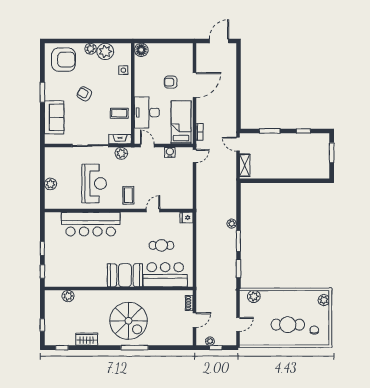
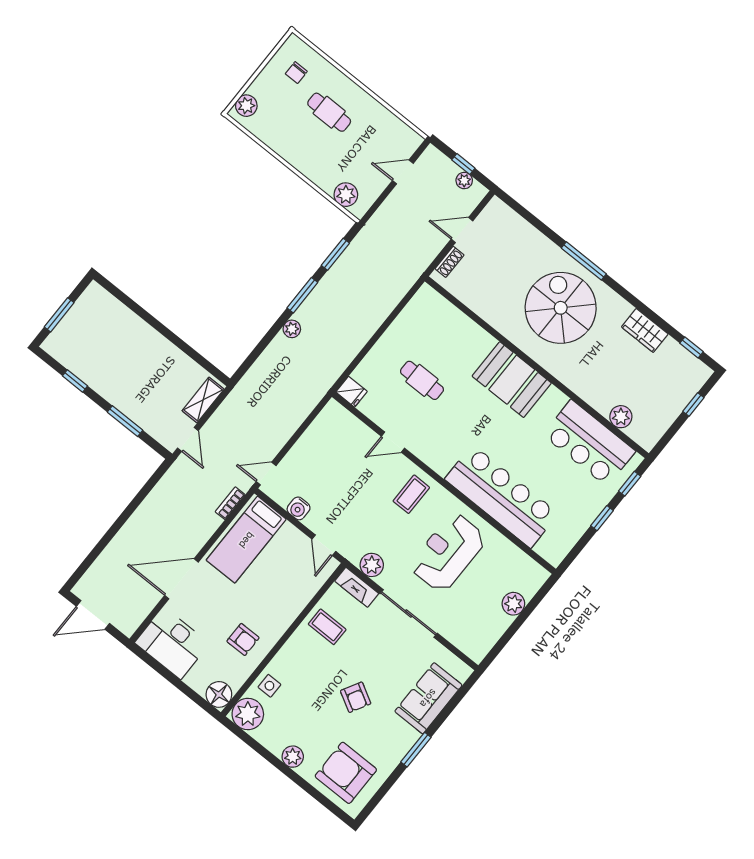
plant: (105, 51) -> (248, 714), moved
armchair: (171, 82) -> (243, 639), moved
desk: (147, 112) -> (172, 643), moved, turned 90
bar counter: (165, 275) -> (589, 443), moved
cafe table: (288, 325) -> (329, 112), width x0.73, depth x0.74

